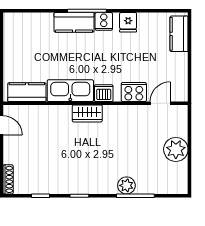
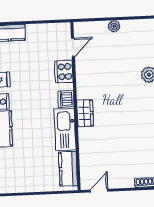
door: (160, 103) -> (73, 47), swing flipped
plant: (176, 149) -> (114, 26), width x0.53, depth x0.53

